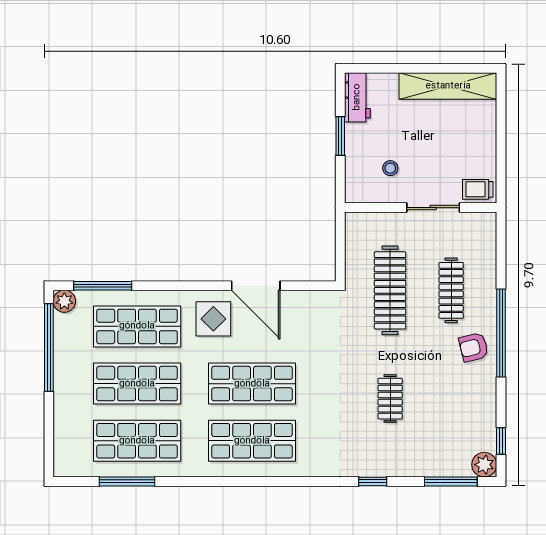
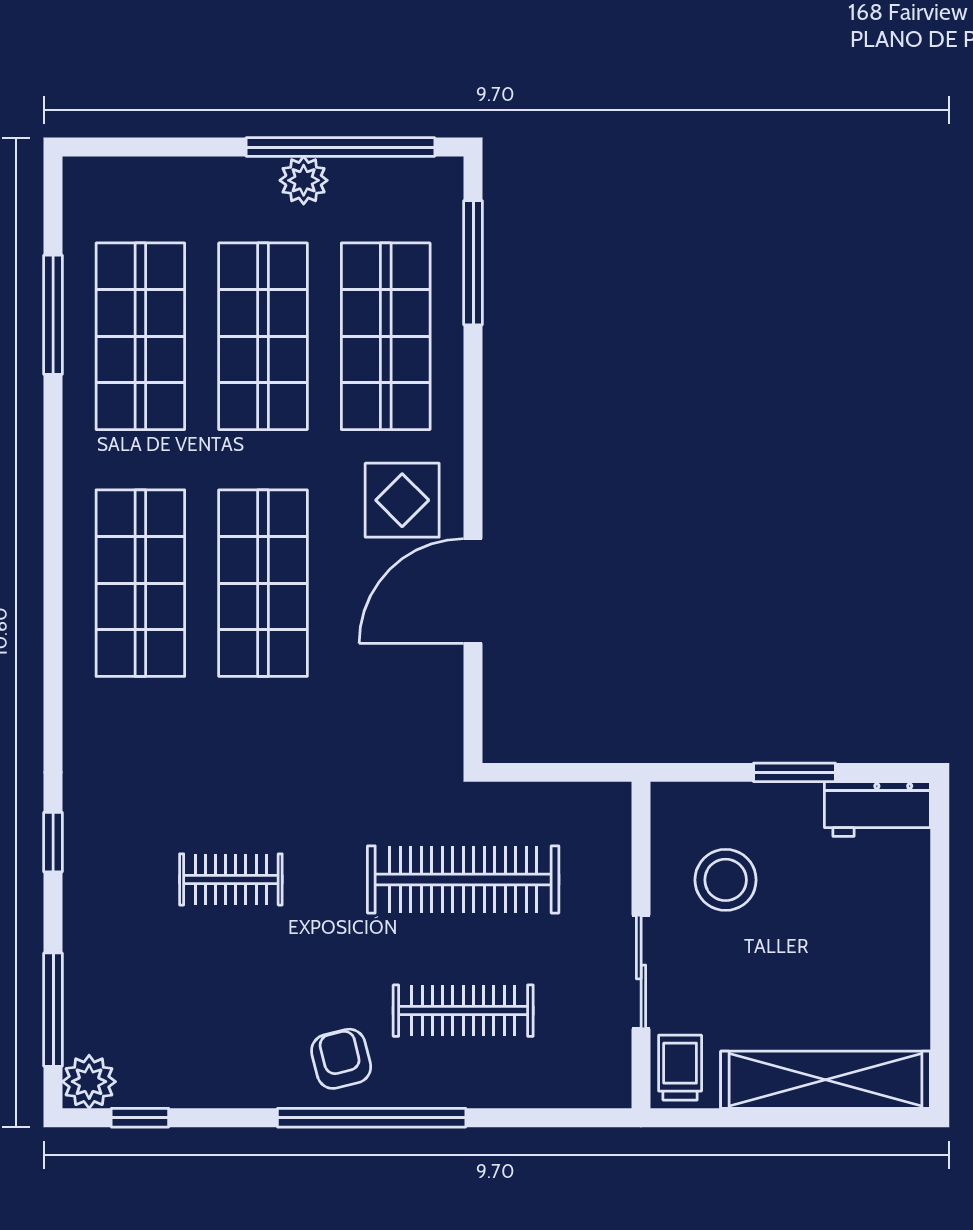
shelving: (448, 86) -> (826, 1080), moved, turned 90
stool: (390, 168) -> (726, 880), width x1.89, depth x1.89
plant: (64, 301) -> (304, 180), moved

